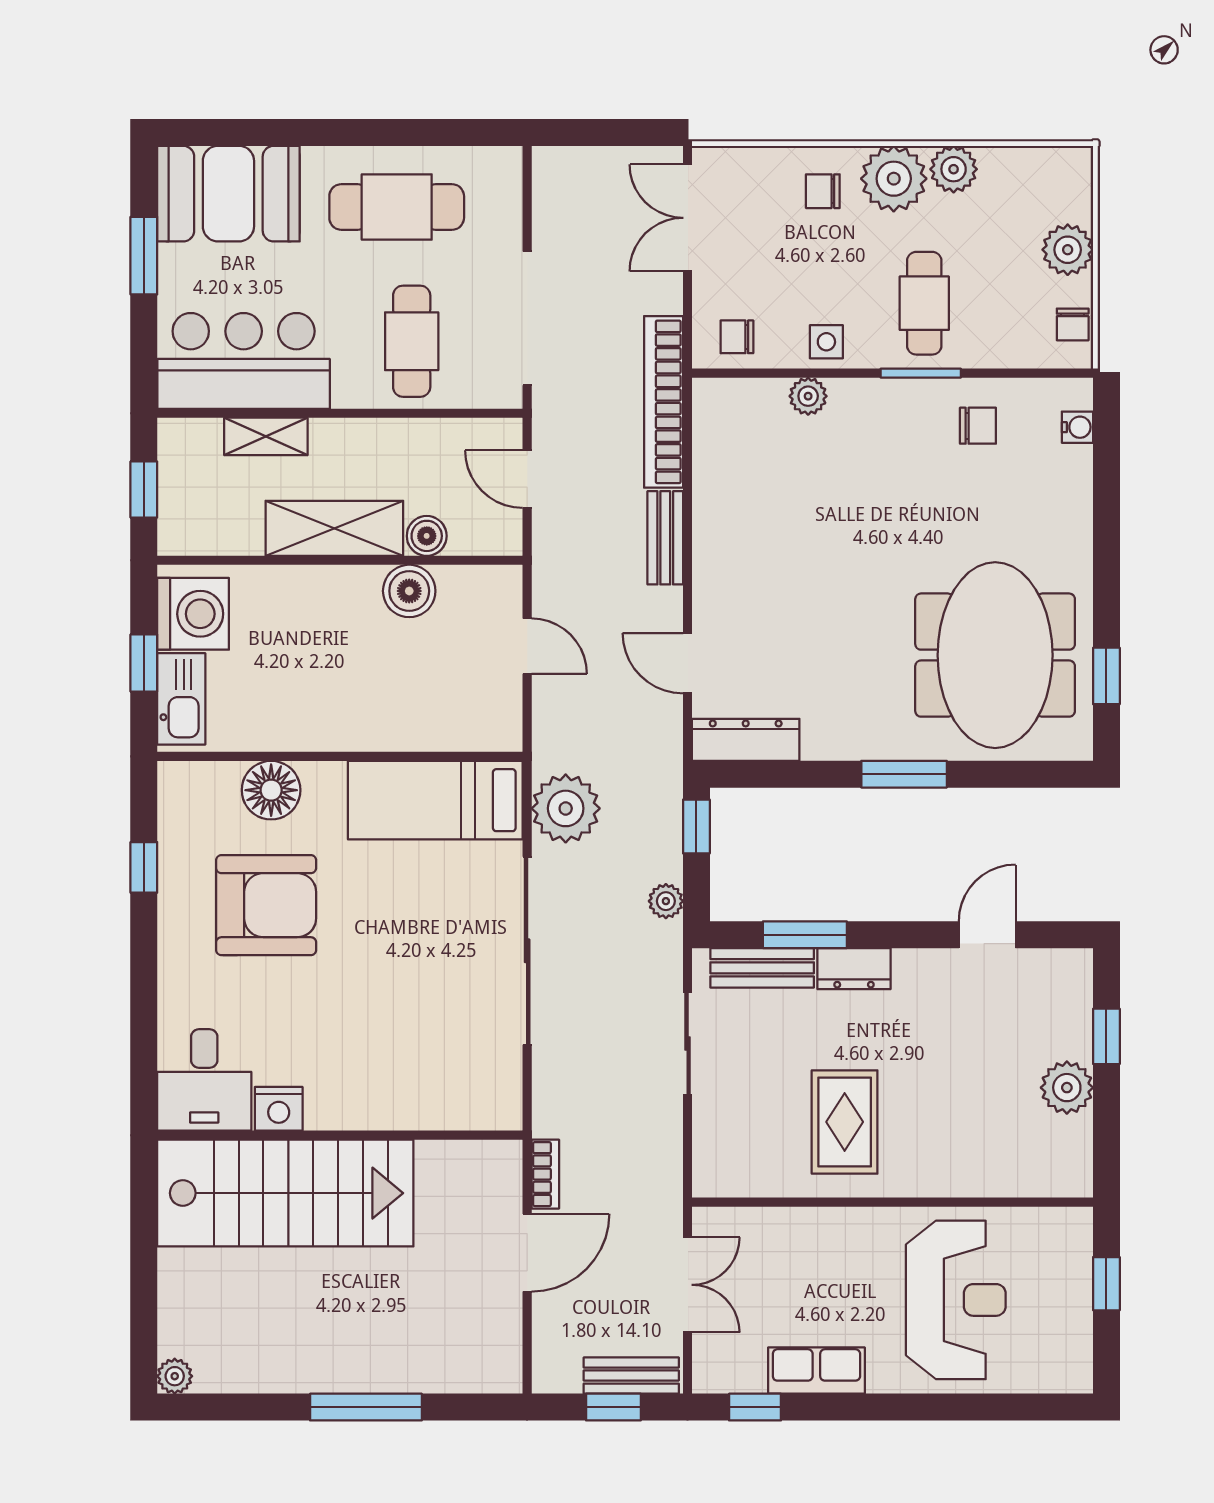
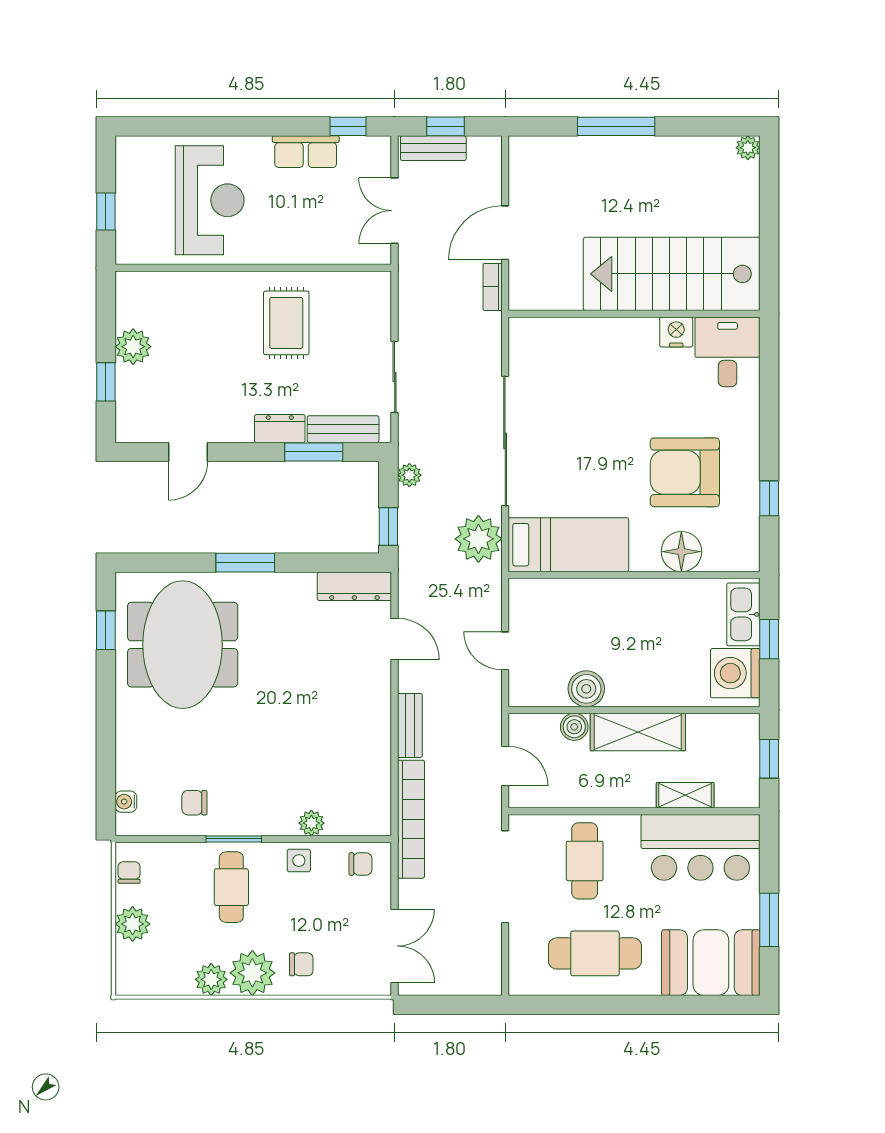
reception desk: (956, 1300) -> (210, 200), turned 180

